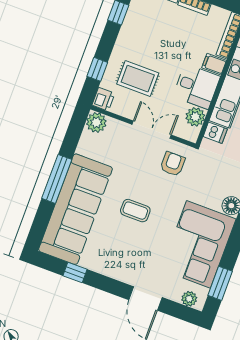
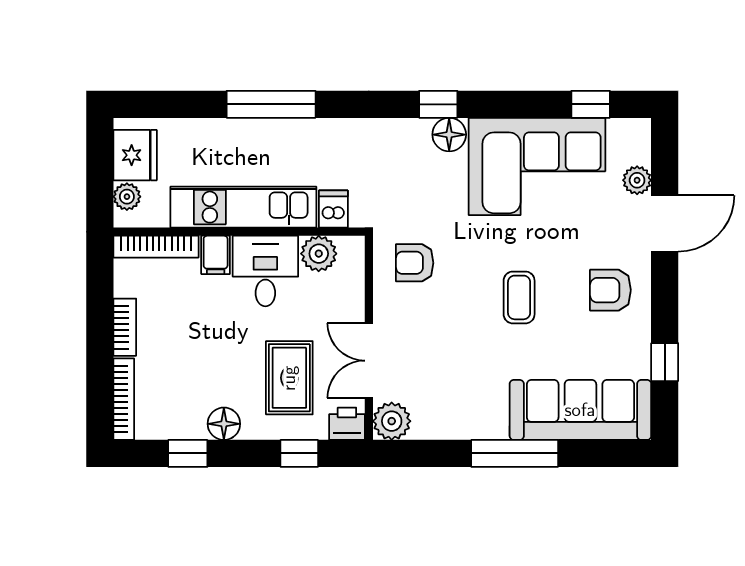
floor lamp: (127, 37) -> (224, 424), added
double door: (152, 130) -> (369, 361), moved
sofa: (75, 209) -> (580, 410), width x0.74, depth x0.79
armchair: (122, 258) -> (610, 290), added
window: (220, 283) -> (591, 104), width x0.67
plant: (189, 299) -> (637, 180), moved

